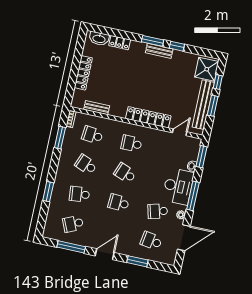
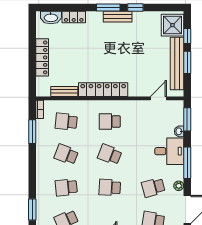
locker: (148, 117) -> (103, 90), moved
desk: (178, 186) -> (169, 151), width x0.73
window: (48, 192) -> (32, 210), moved

